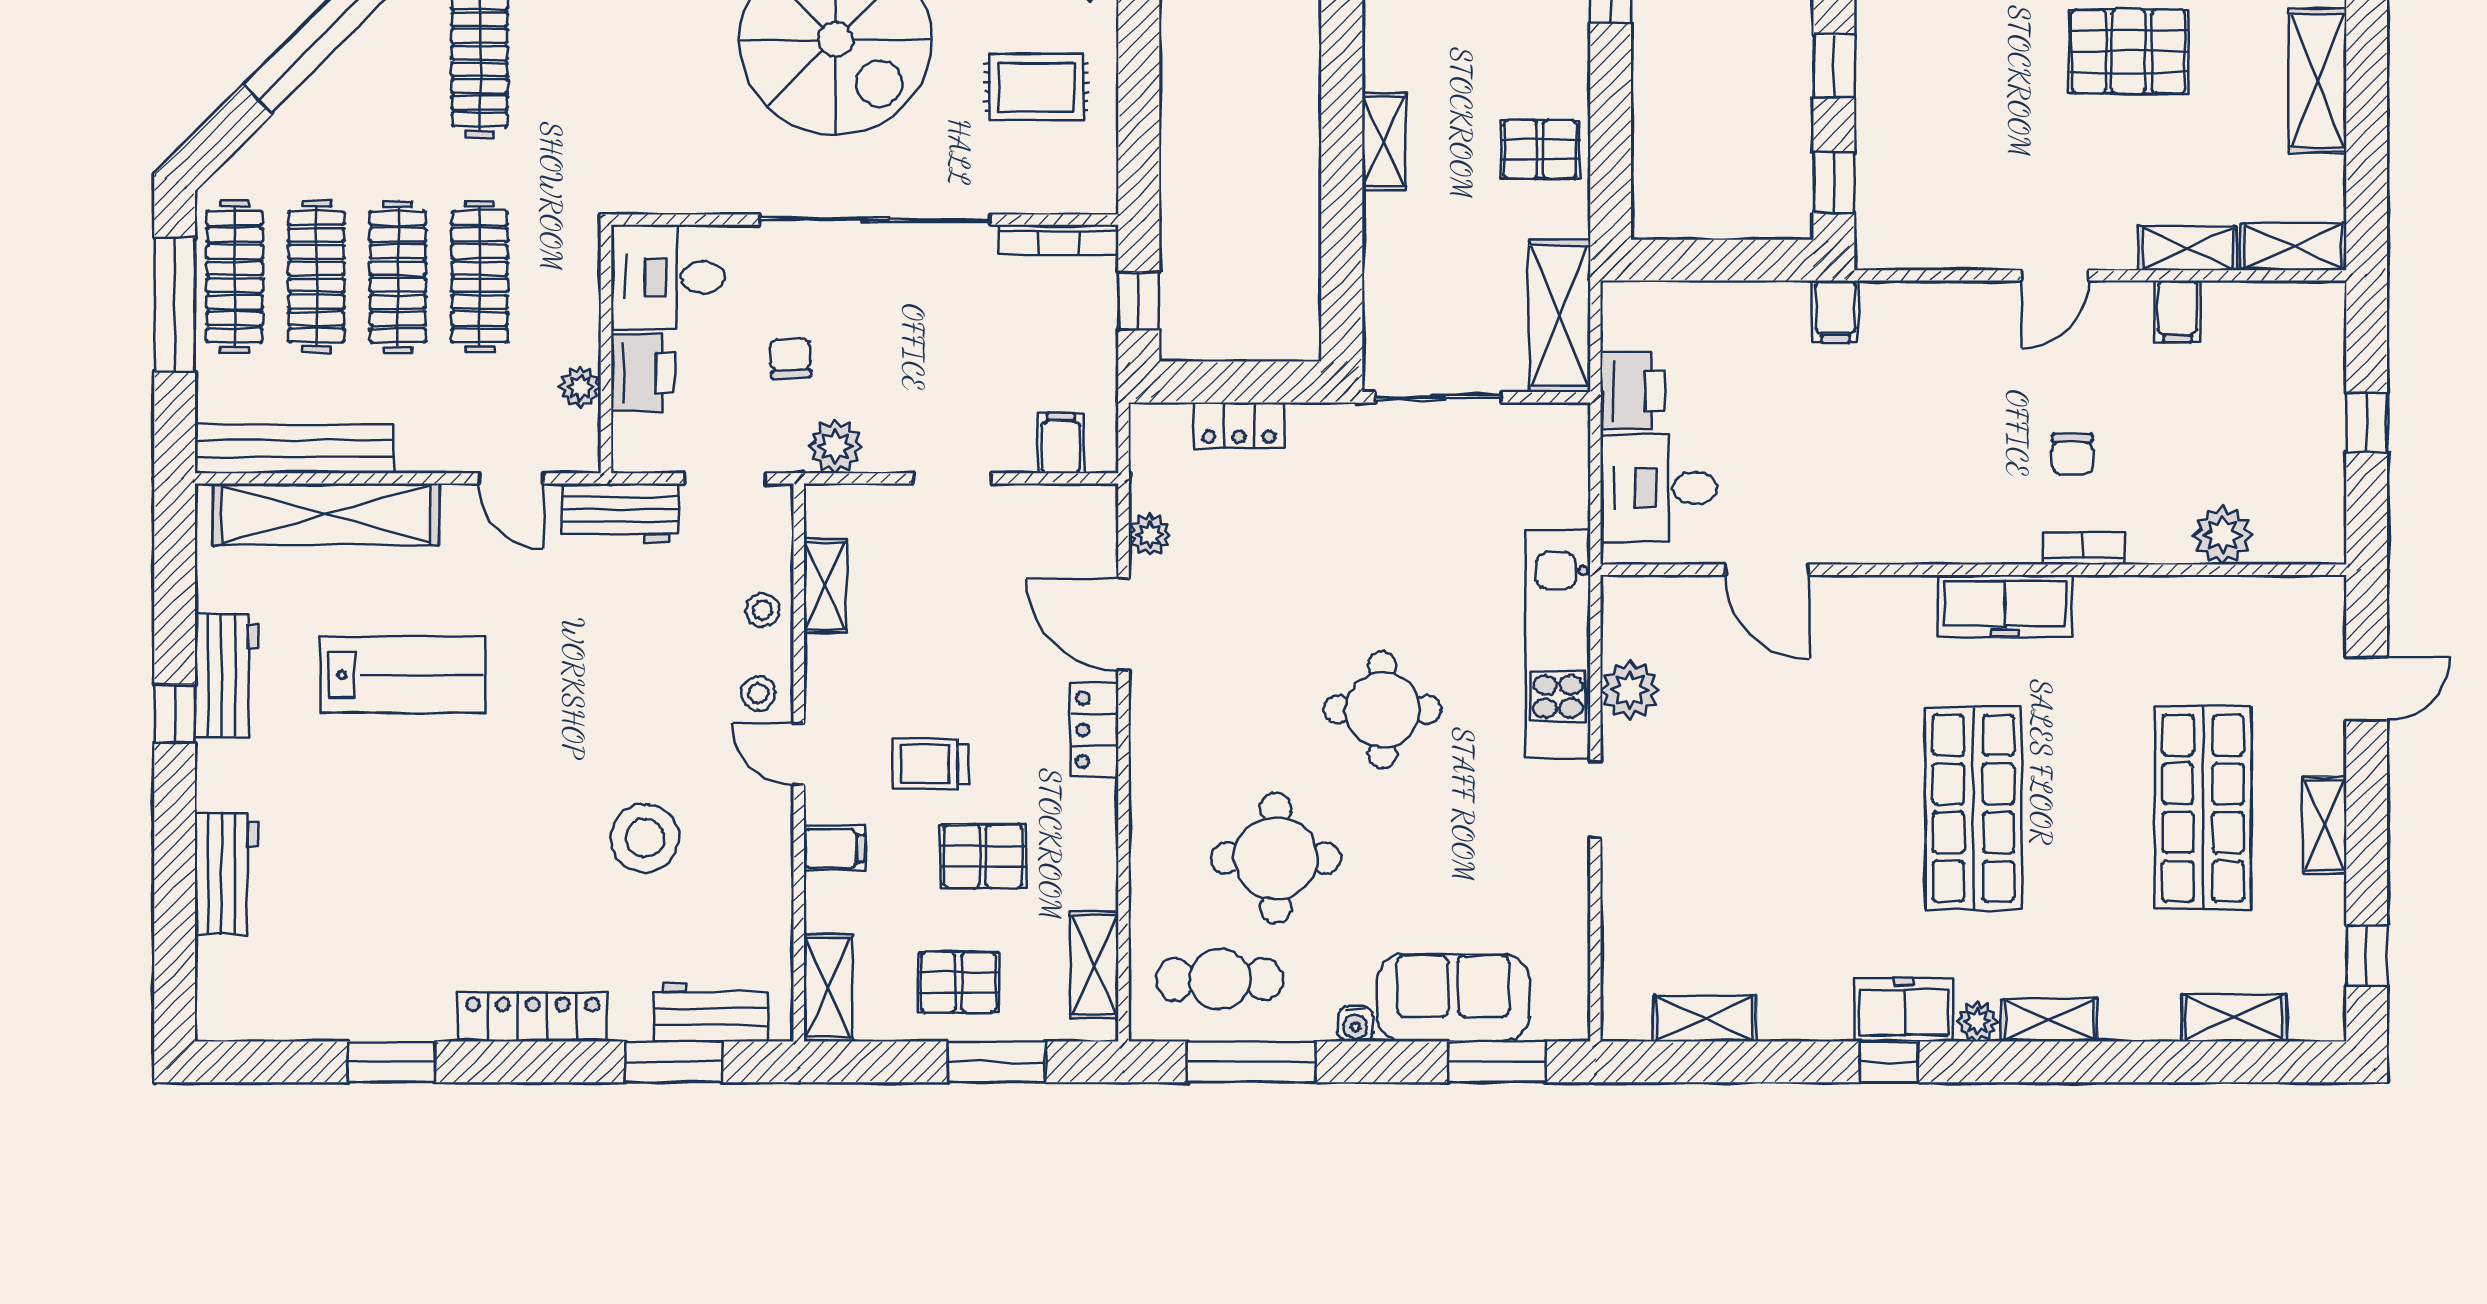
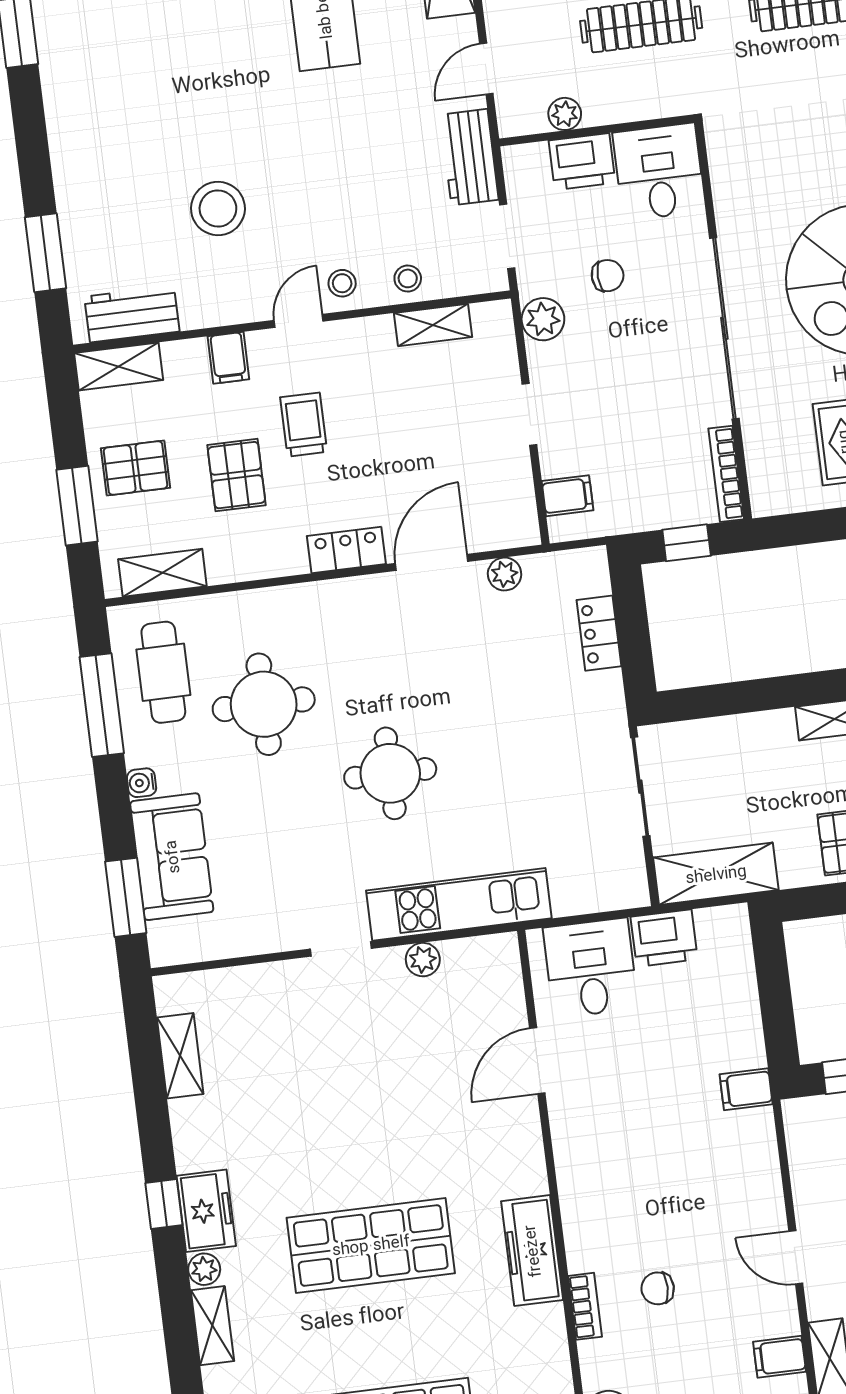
plant: (1630, 690) -> (423, 960), width x0.73, depth x0.73
pallet: (958, 982) -> (136, 468), turned 90
workbench: (711, 1012) -> (132, 314), moved, turned -90
locker: (533, 1017) -> (67, 138), removed

